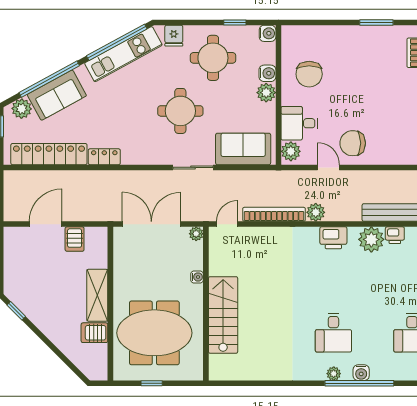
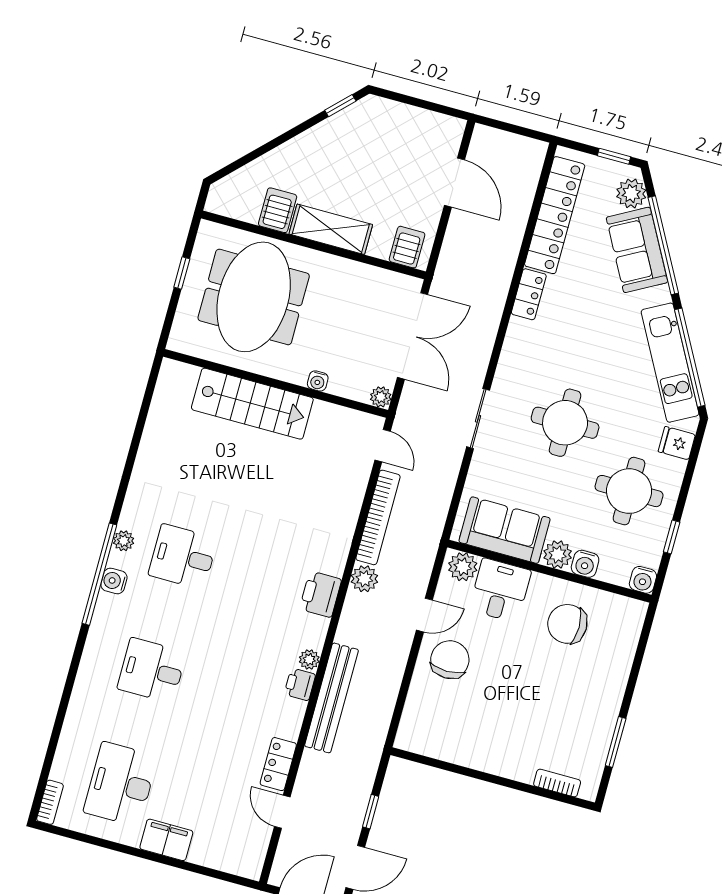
sofa: (243, 149) -> (505, 530), moved, turned -90
server rack: (75, 239) -> (407, 247), moved, turned 90
plant: (371, 239) -> (309, 660), width x0.53, depth x0.53

